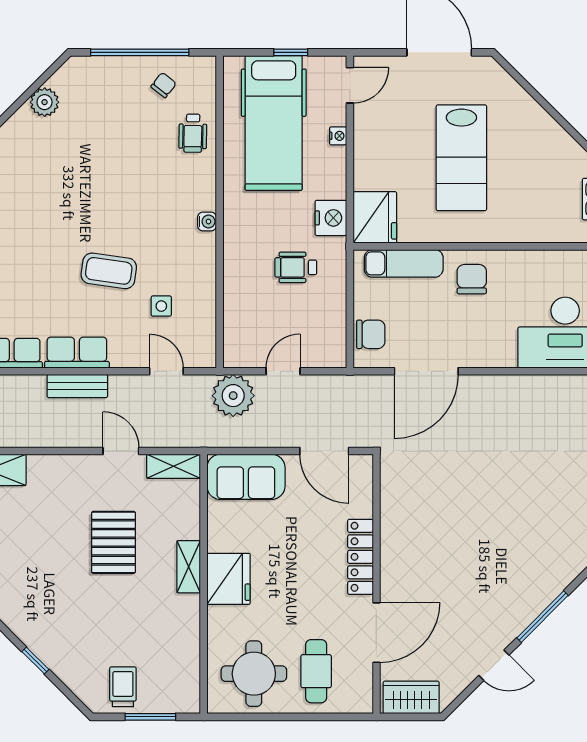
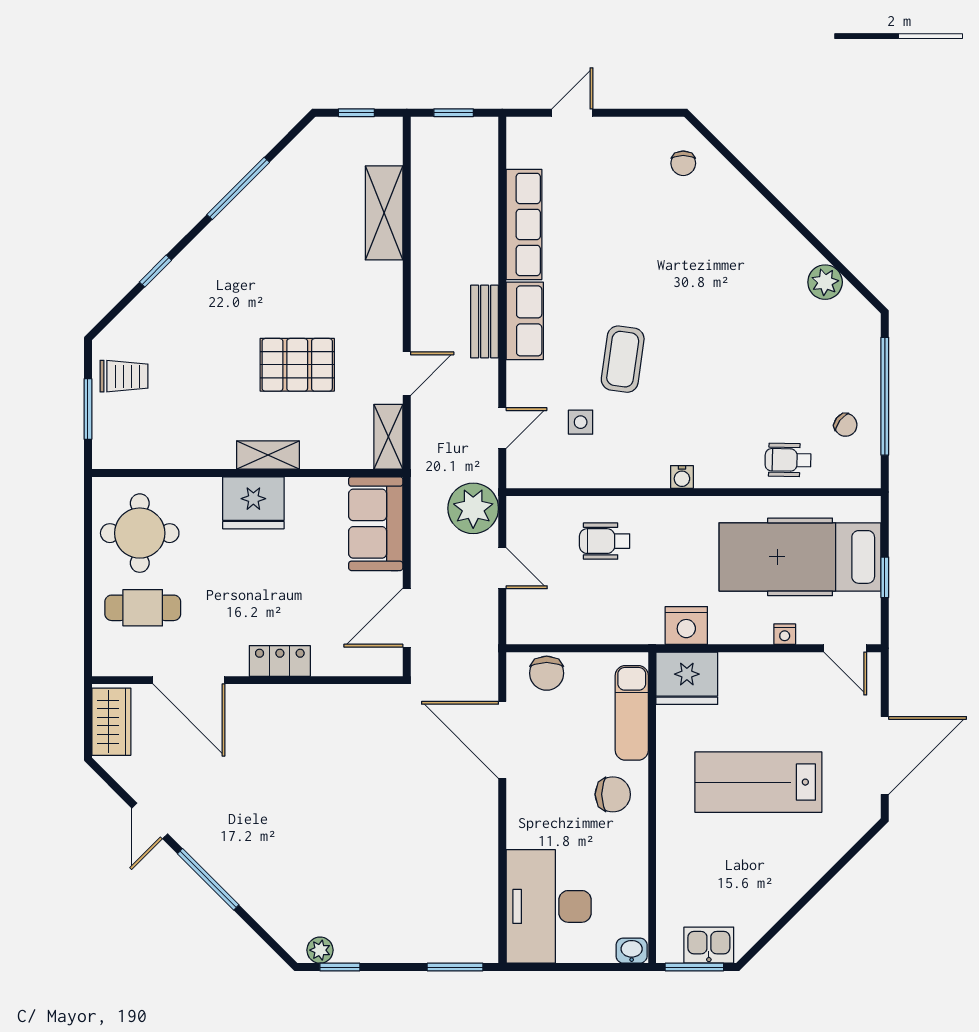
wheelchair: (296, 267) -> (605, 541), moved, turned -90
locker: (360, 557) -> (280, 661), width x0.66

